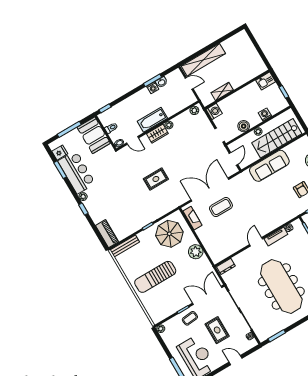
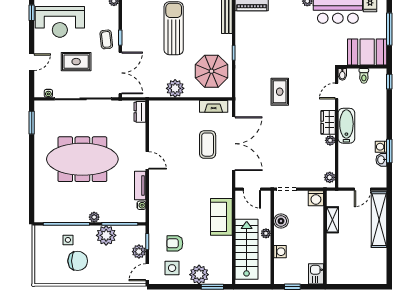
sofa: (269, 166) -> (221, 217), width x0.73

